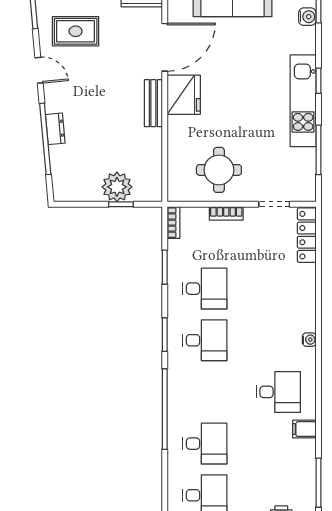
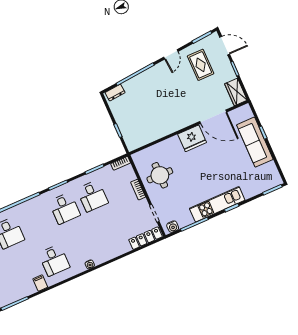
water cooler: (307, 17) -> (173, 227), moved
bench: (153, 103) -> (180, 124), removed
dresser: (55, 129) -> (115, 93), moved
plant: (117, 187) -> (126, 124), removed

